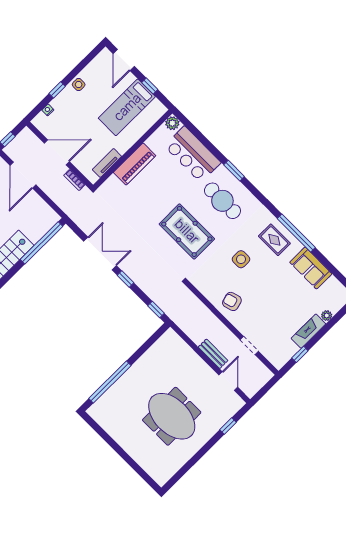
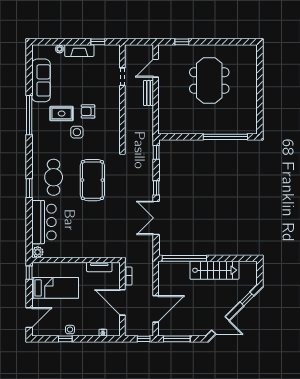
window: (150, 86) -> (29, 273), moved
window: (57, 90) -> (65, 339), moved
piano: (135, 164) -> (84, 250), removed
rug: (274, 240) -> (62, 114), moved, turned 90
sofa: (311, 268) -> (41, 80), width x1.36
armchair: (232, 301) -> (88, 111), moved, turned 106

